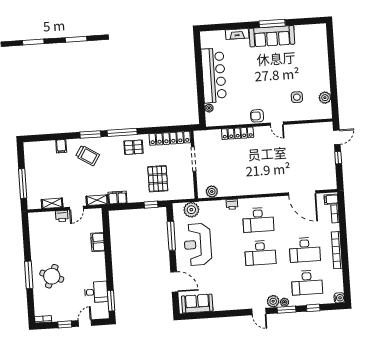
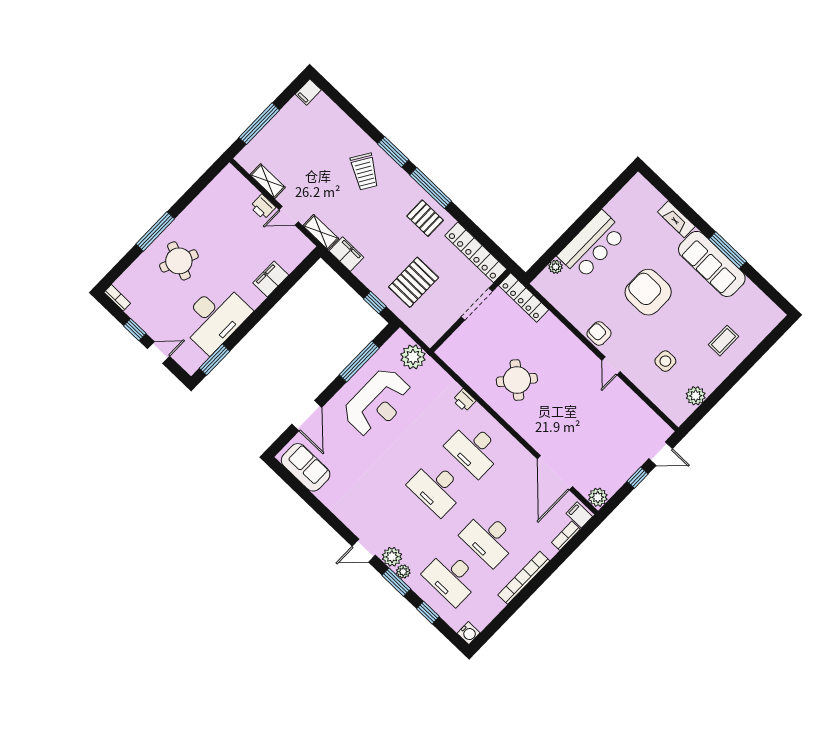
coffee table: (311, 62) -> (723, 341), added
bar counter: (214, 75) -> (592, 245), width x0.73
armchair: (259, 77) -> (648, 292), added
locker: (238, 133) -> (524, 298), moved
filing cabinet: (61, 146) -> (308, 92), moved
round table: (244, 172) -> (517, 380), added
plant: (212, 191) -> (598, 497), moved
reception desk: (198, 244) -> (378, 403), turned 180
desk: (96, 292) -> (215, 317), width x1.87, depth x1.30
door: (259, 311) -> (364, 551), hinge flipped

